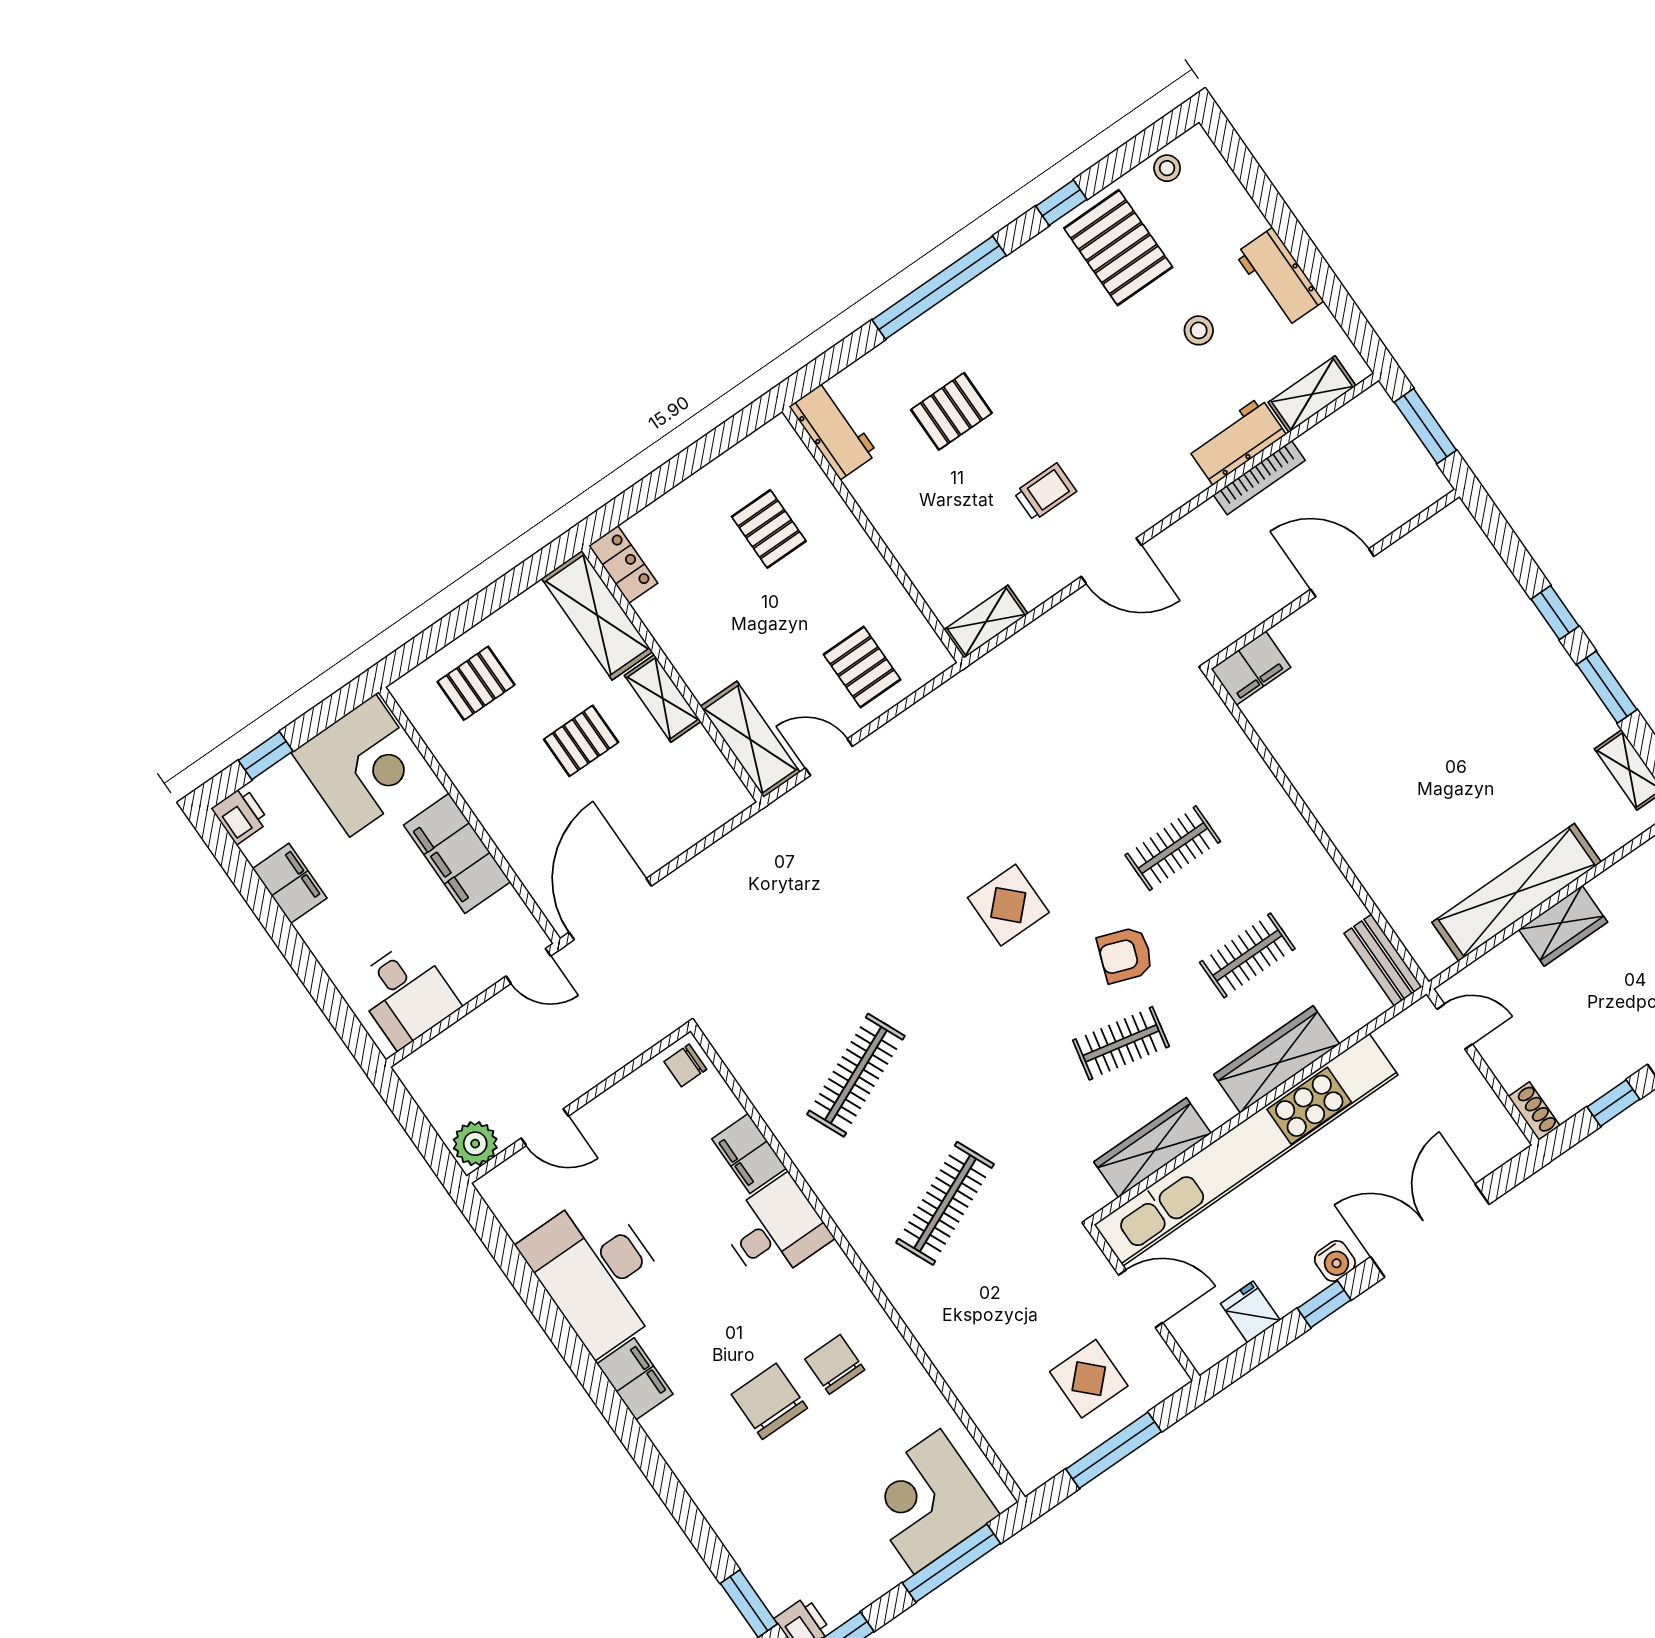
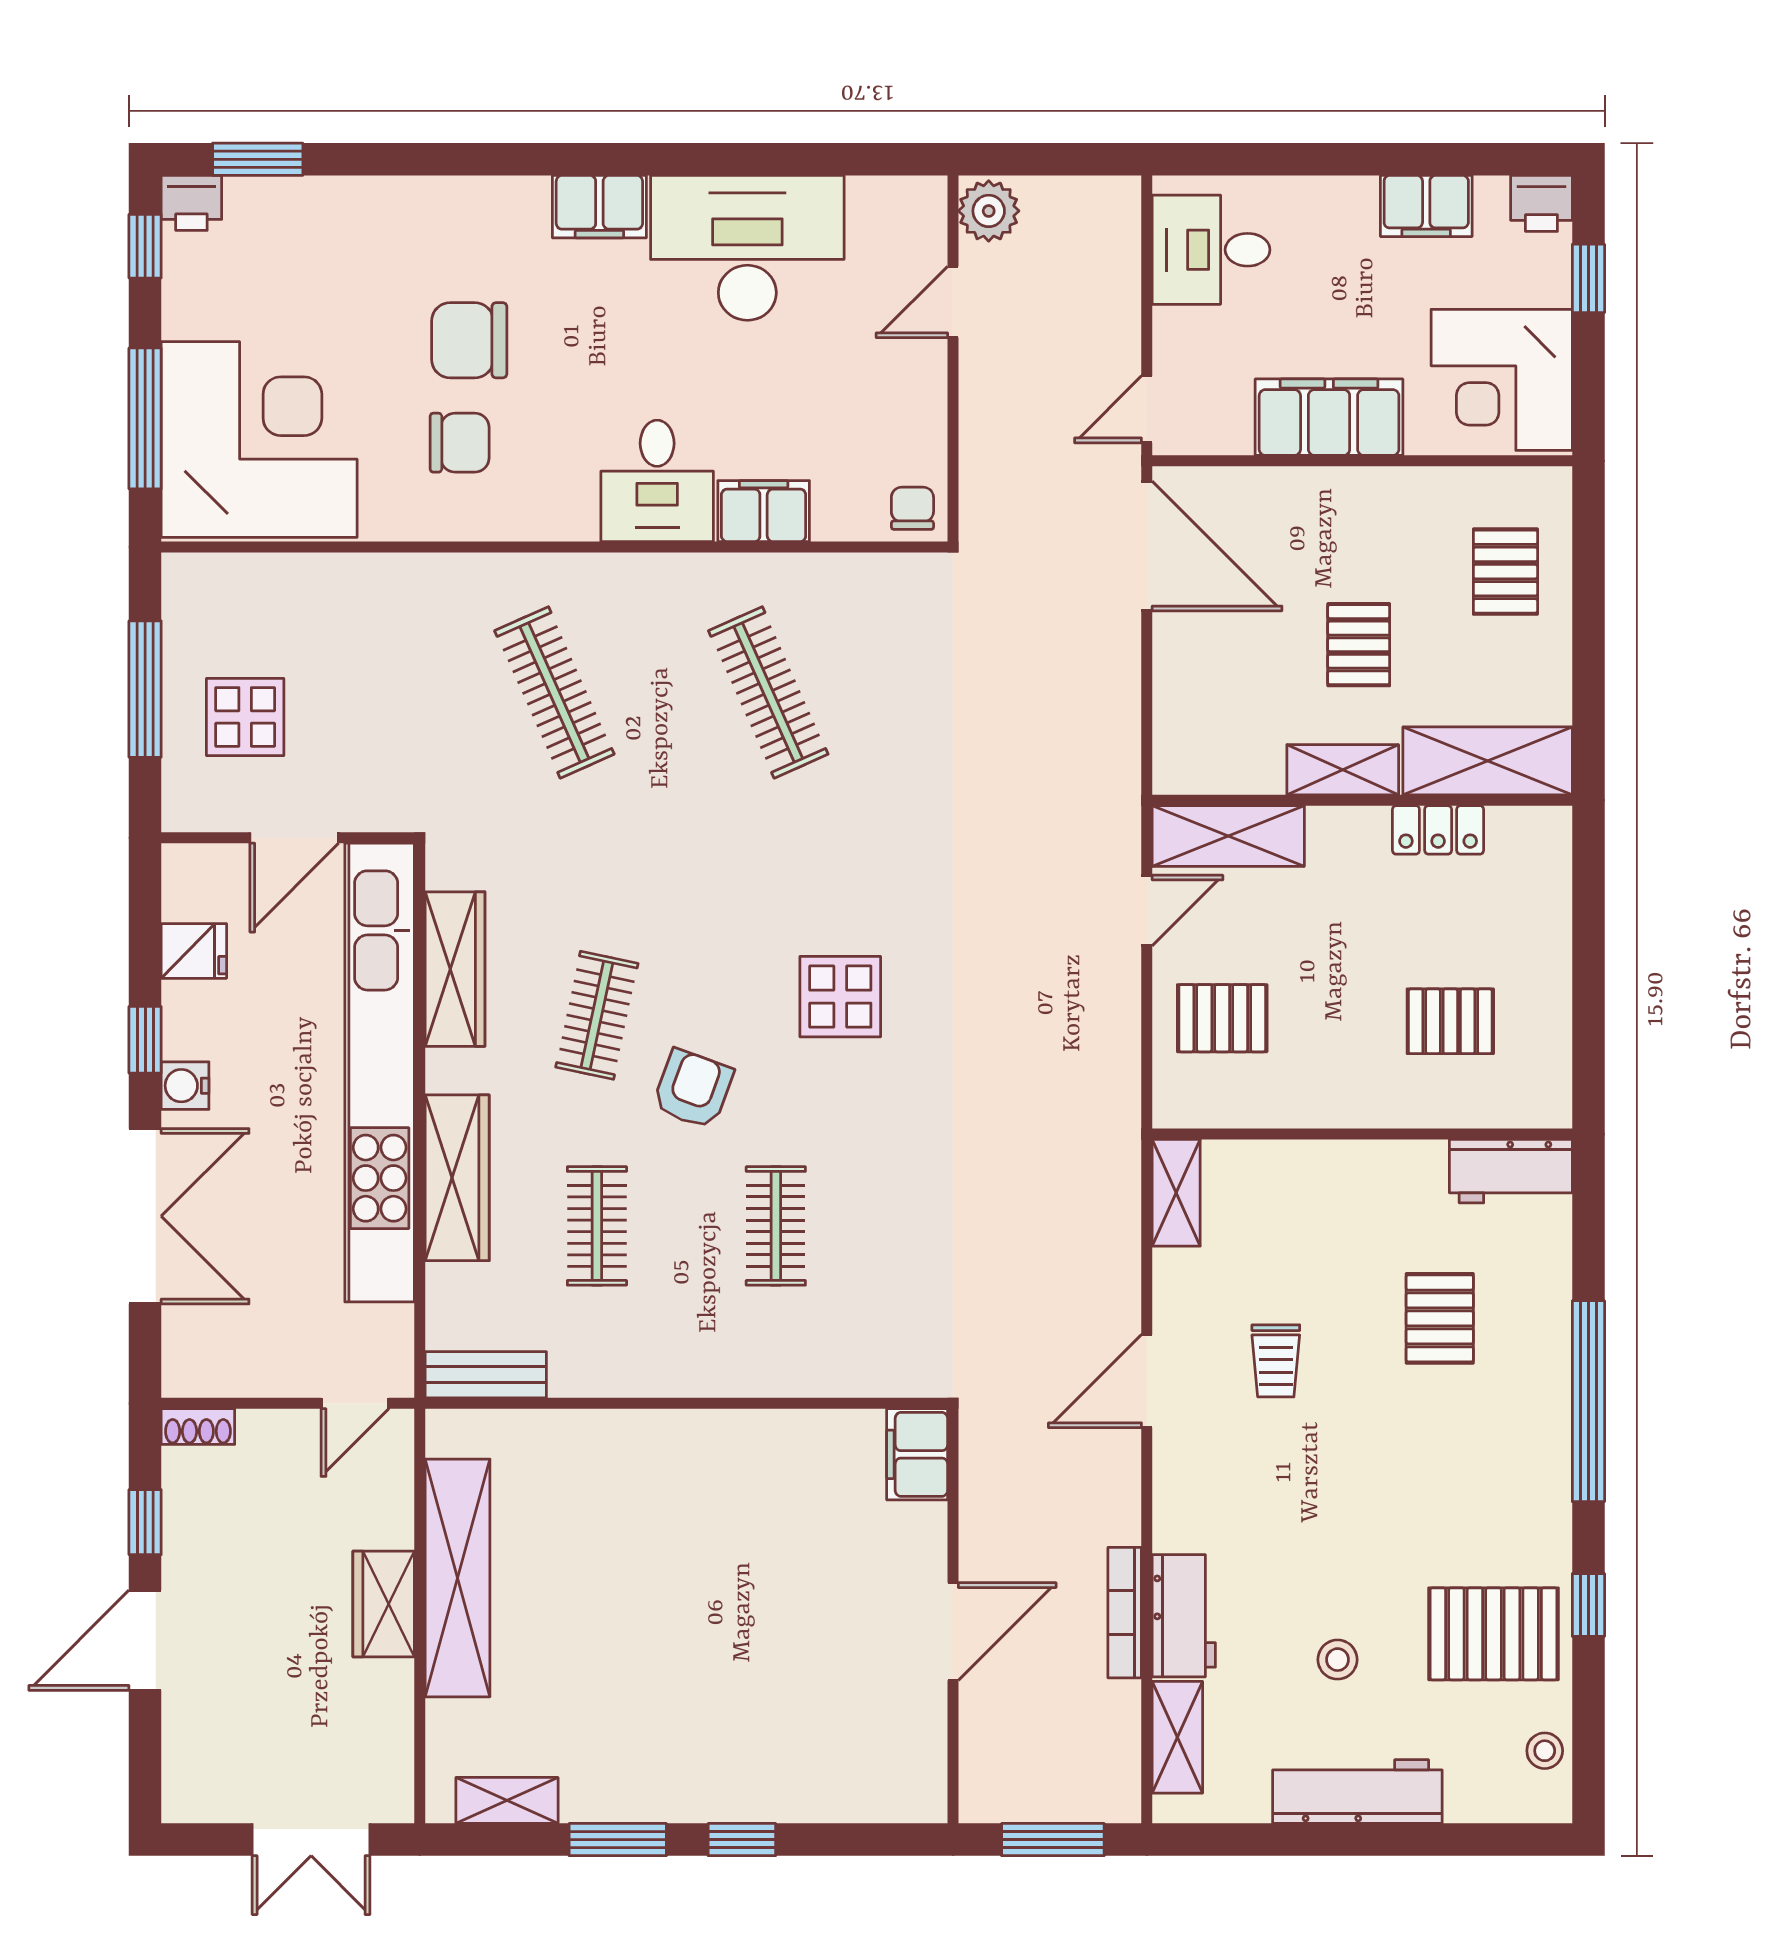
workbench: (1279, 277) -> (1357, 1792), width x1.38
locker: (623, 564) -> (1438, 830), moved
chair: (769, 1401) -> (469, 340), turned 180
corner desk: (927, 1502) -> (259, 440), width x1.36, depth x1.36

